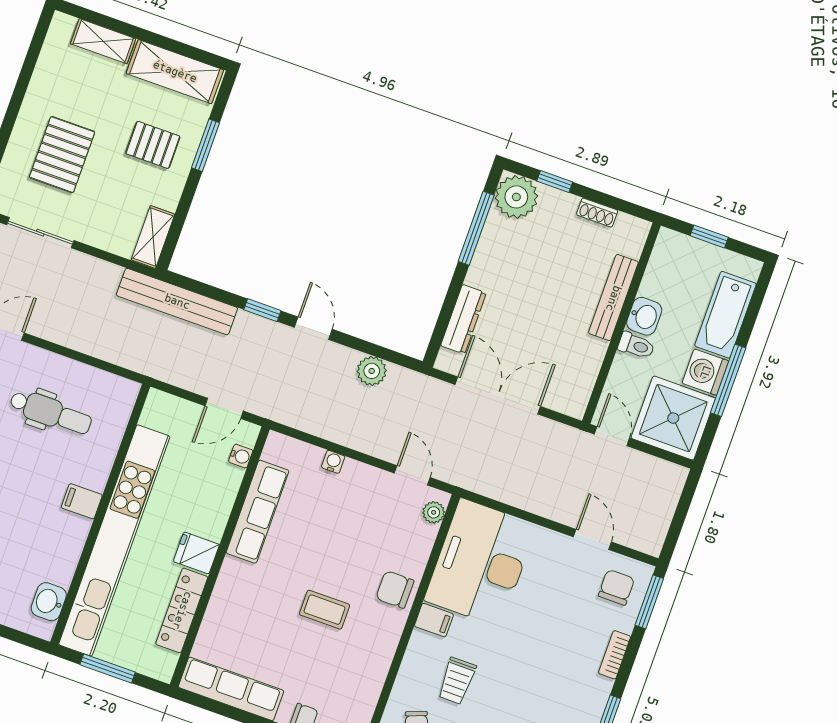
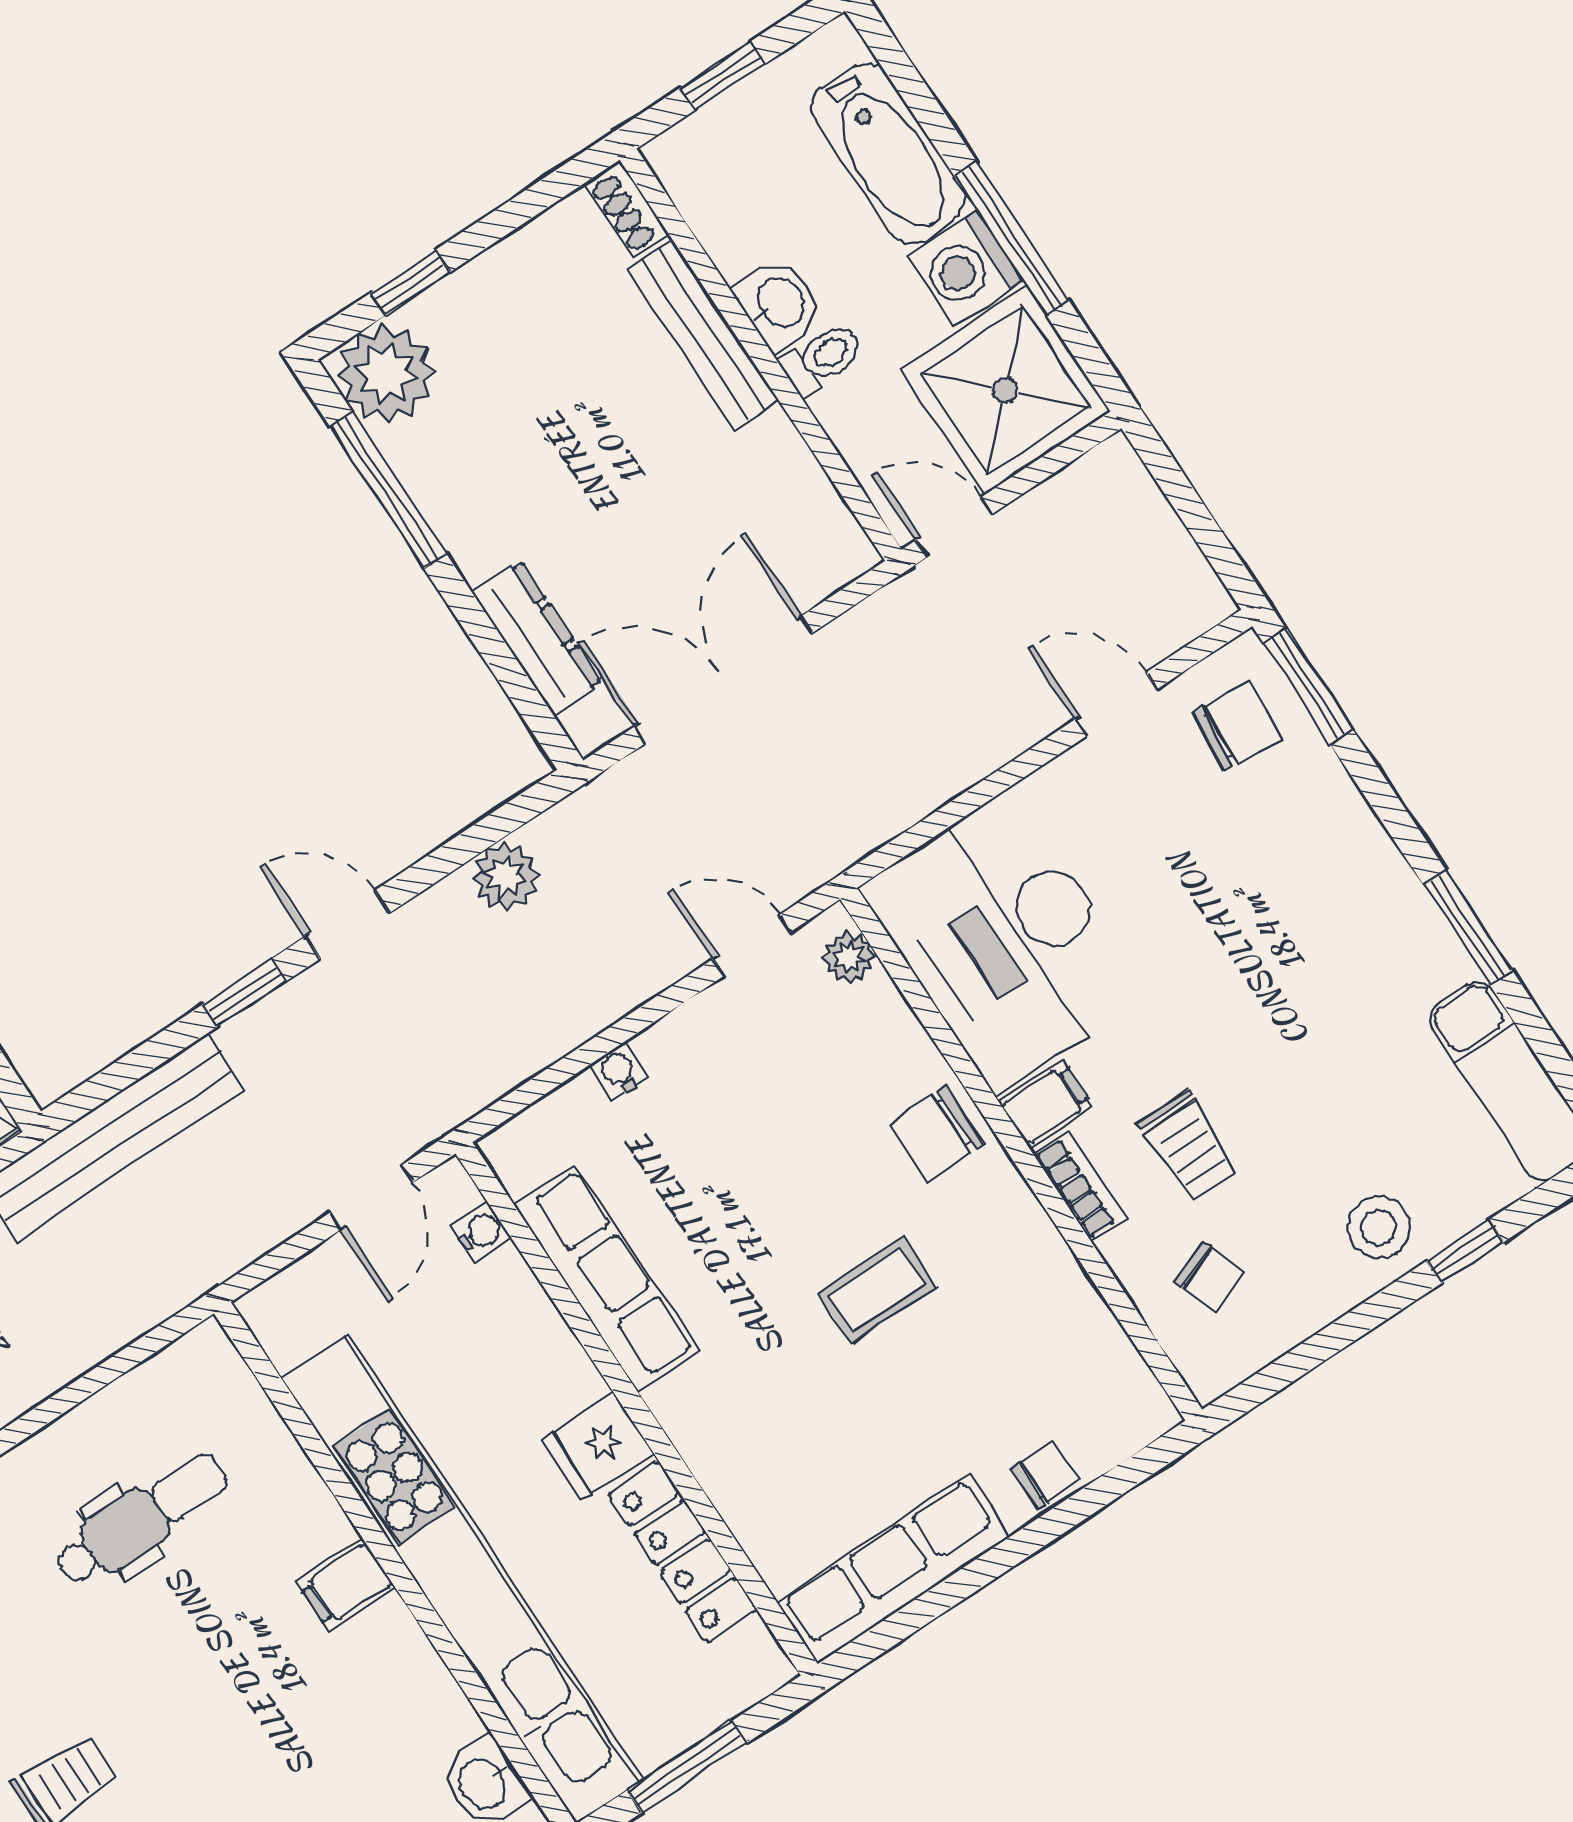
shoe rack: (597, 213) -> (628, 210), moved, turned 90
chair: (616, 587) -> (1236, 726), turned 95
bookcase: (615, 655) -> (1079, 1186), moved, turned 180

